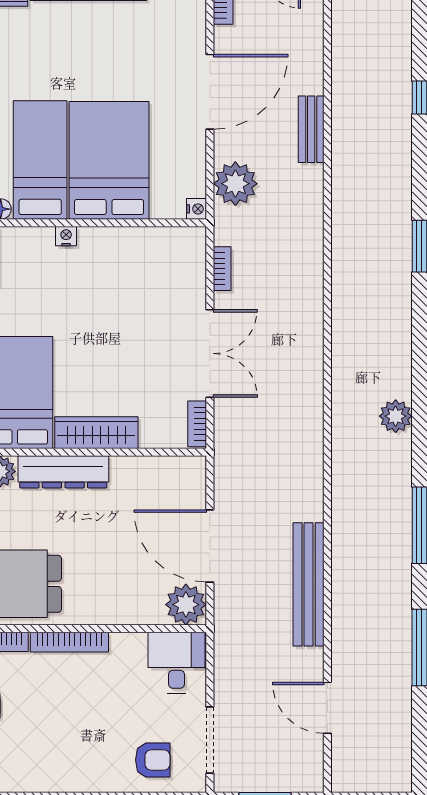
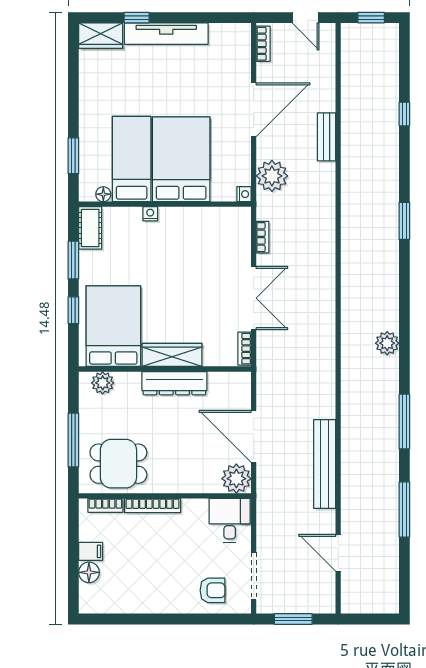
dresser: (63, 472) -> (174, 383), moved

